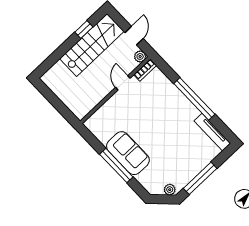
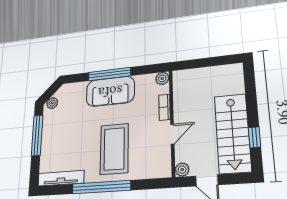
bookcase: (145, 70) -> (164, 107), moved
door: (123, 83) -> (172, 134), hinge flipped
coffee table: (164, 113) -> (114, 149), added
plant: (91, 124) -> (162, 78), added

